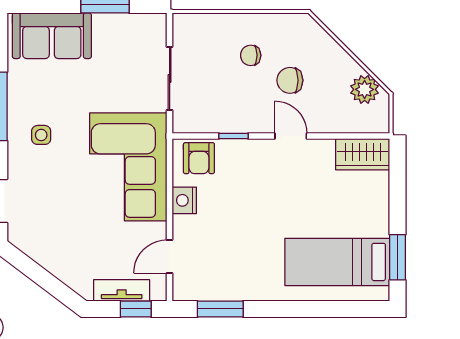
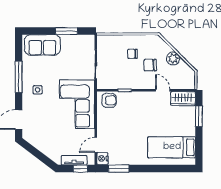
plant: (365, 89) -> (173, 58), moved
door: (291, 136) -> (163, 90), moved
armchair: (199, 158) -> (109, 100), turned -90
nightstand: (184, 200) -> (102, 159), moved
window: (397, 257) -> (199, 116), moved

